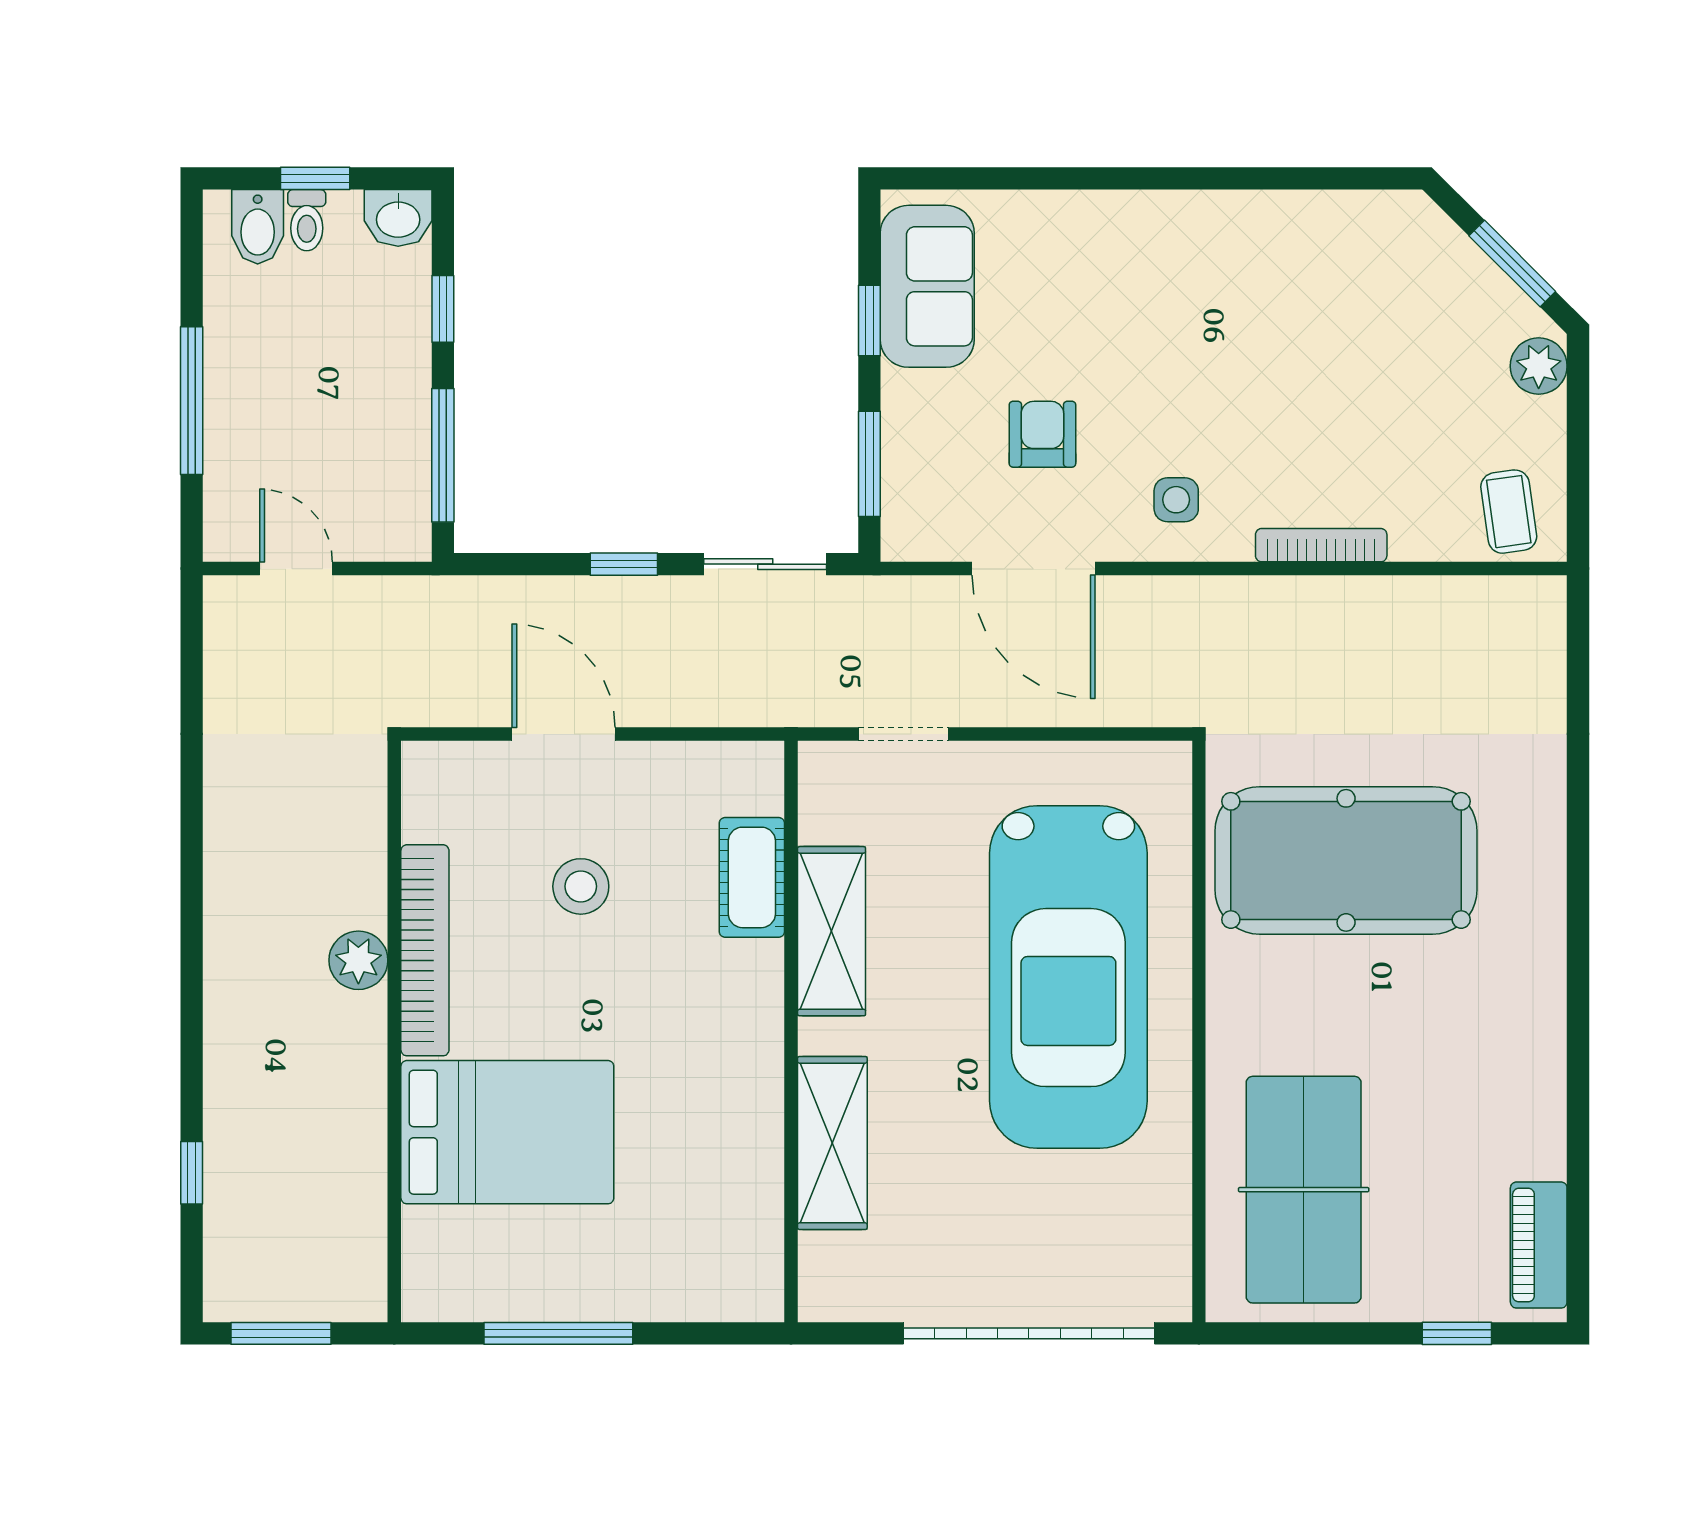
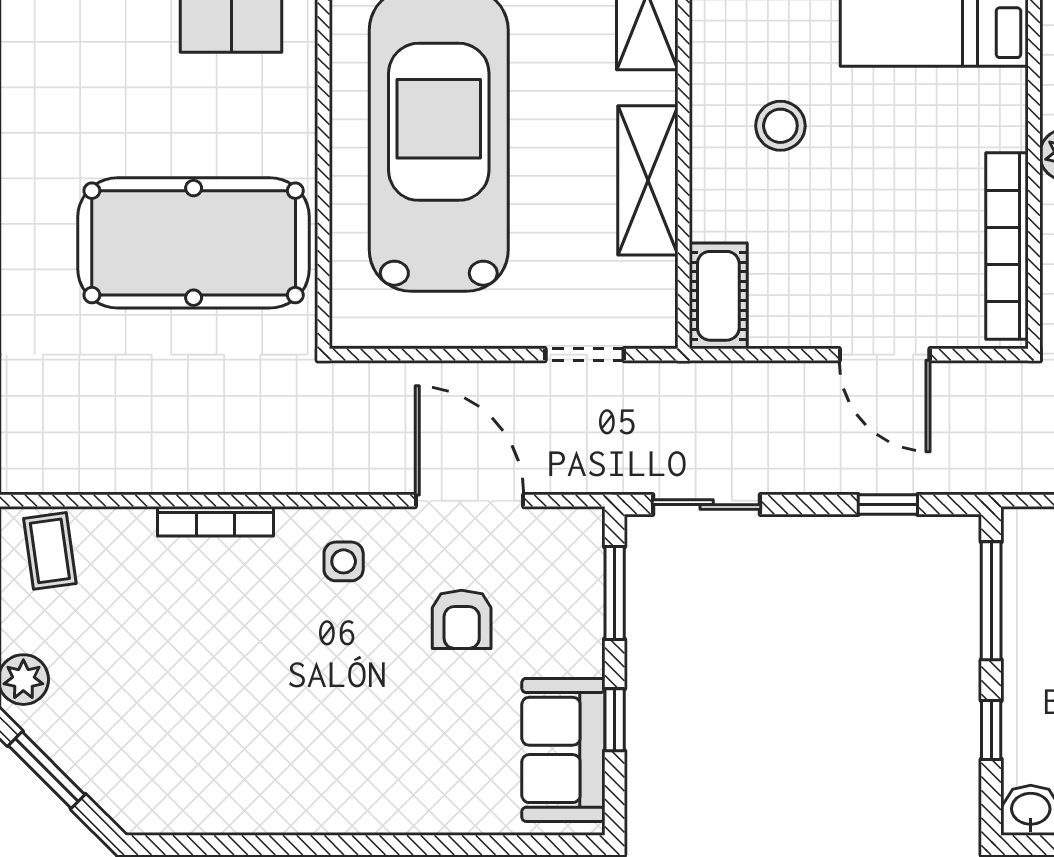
window: (624, 564) -> (888, 505), moved
cot: (752, 877) -> (718, 296), moved
stool: (581, 886) -> (780, 126), moved
bookcase: (425, 950) -> (1007, 246), moved

